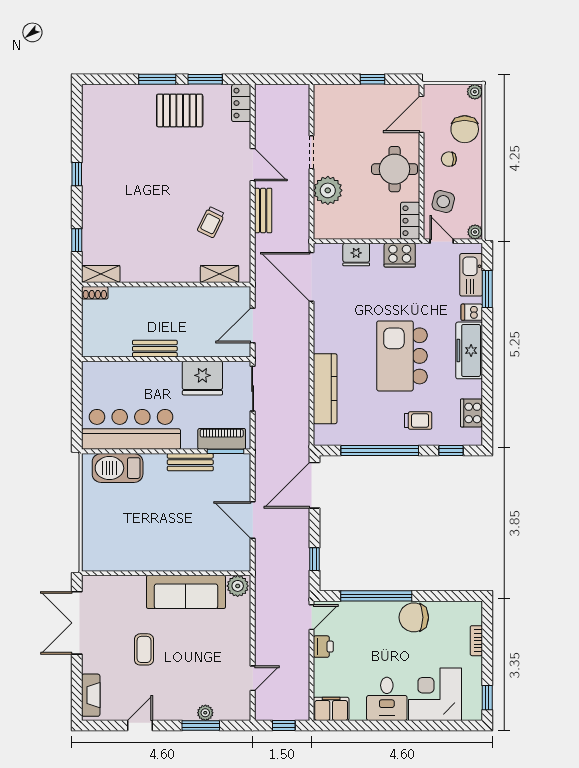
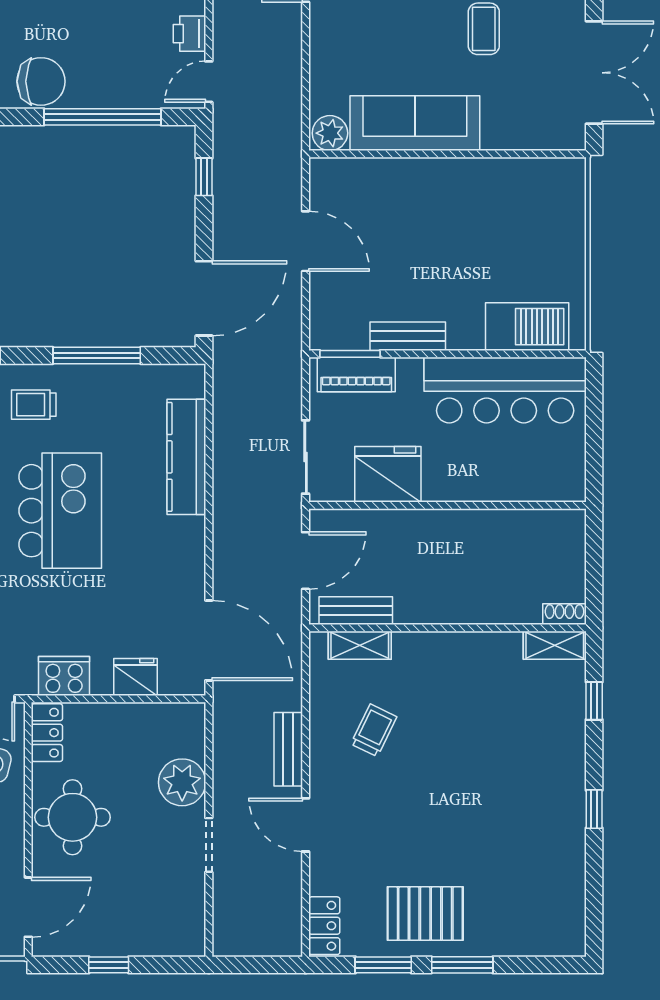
bench: (155, 349) -> (356, 611), moved
window: (380, 450) -> (97, 355), width x0.68

